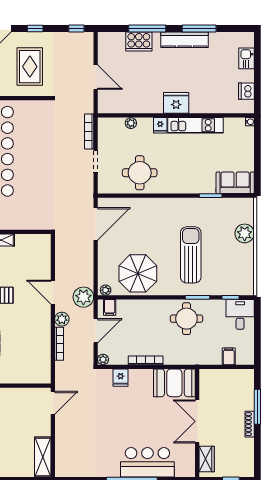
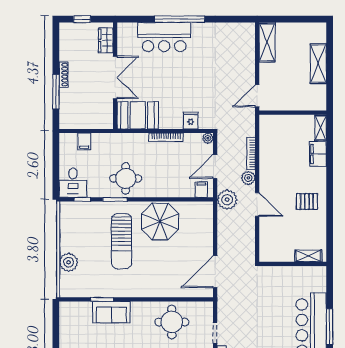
sofa: (235, 183) -> (111, 312), moved
parasol: (138, 273) -> (160, 222), moved
plant: (106, 290) -> (205, 207), removed

